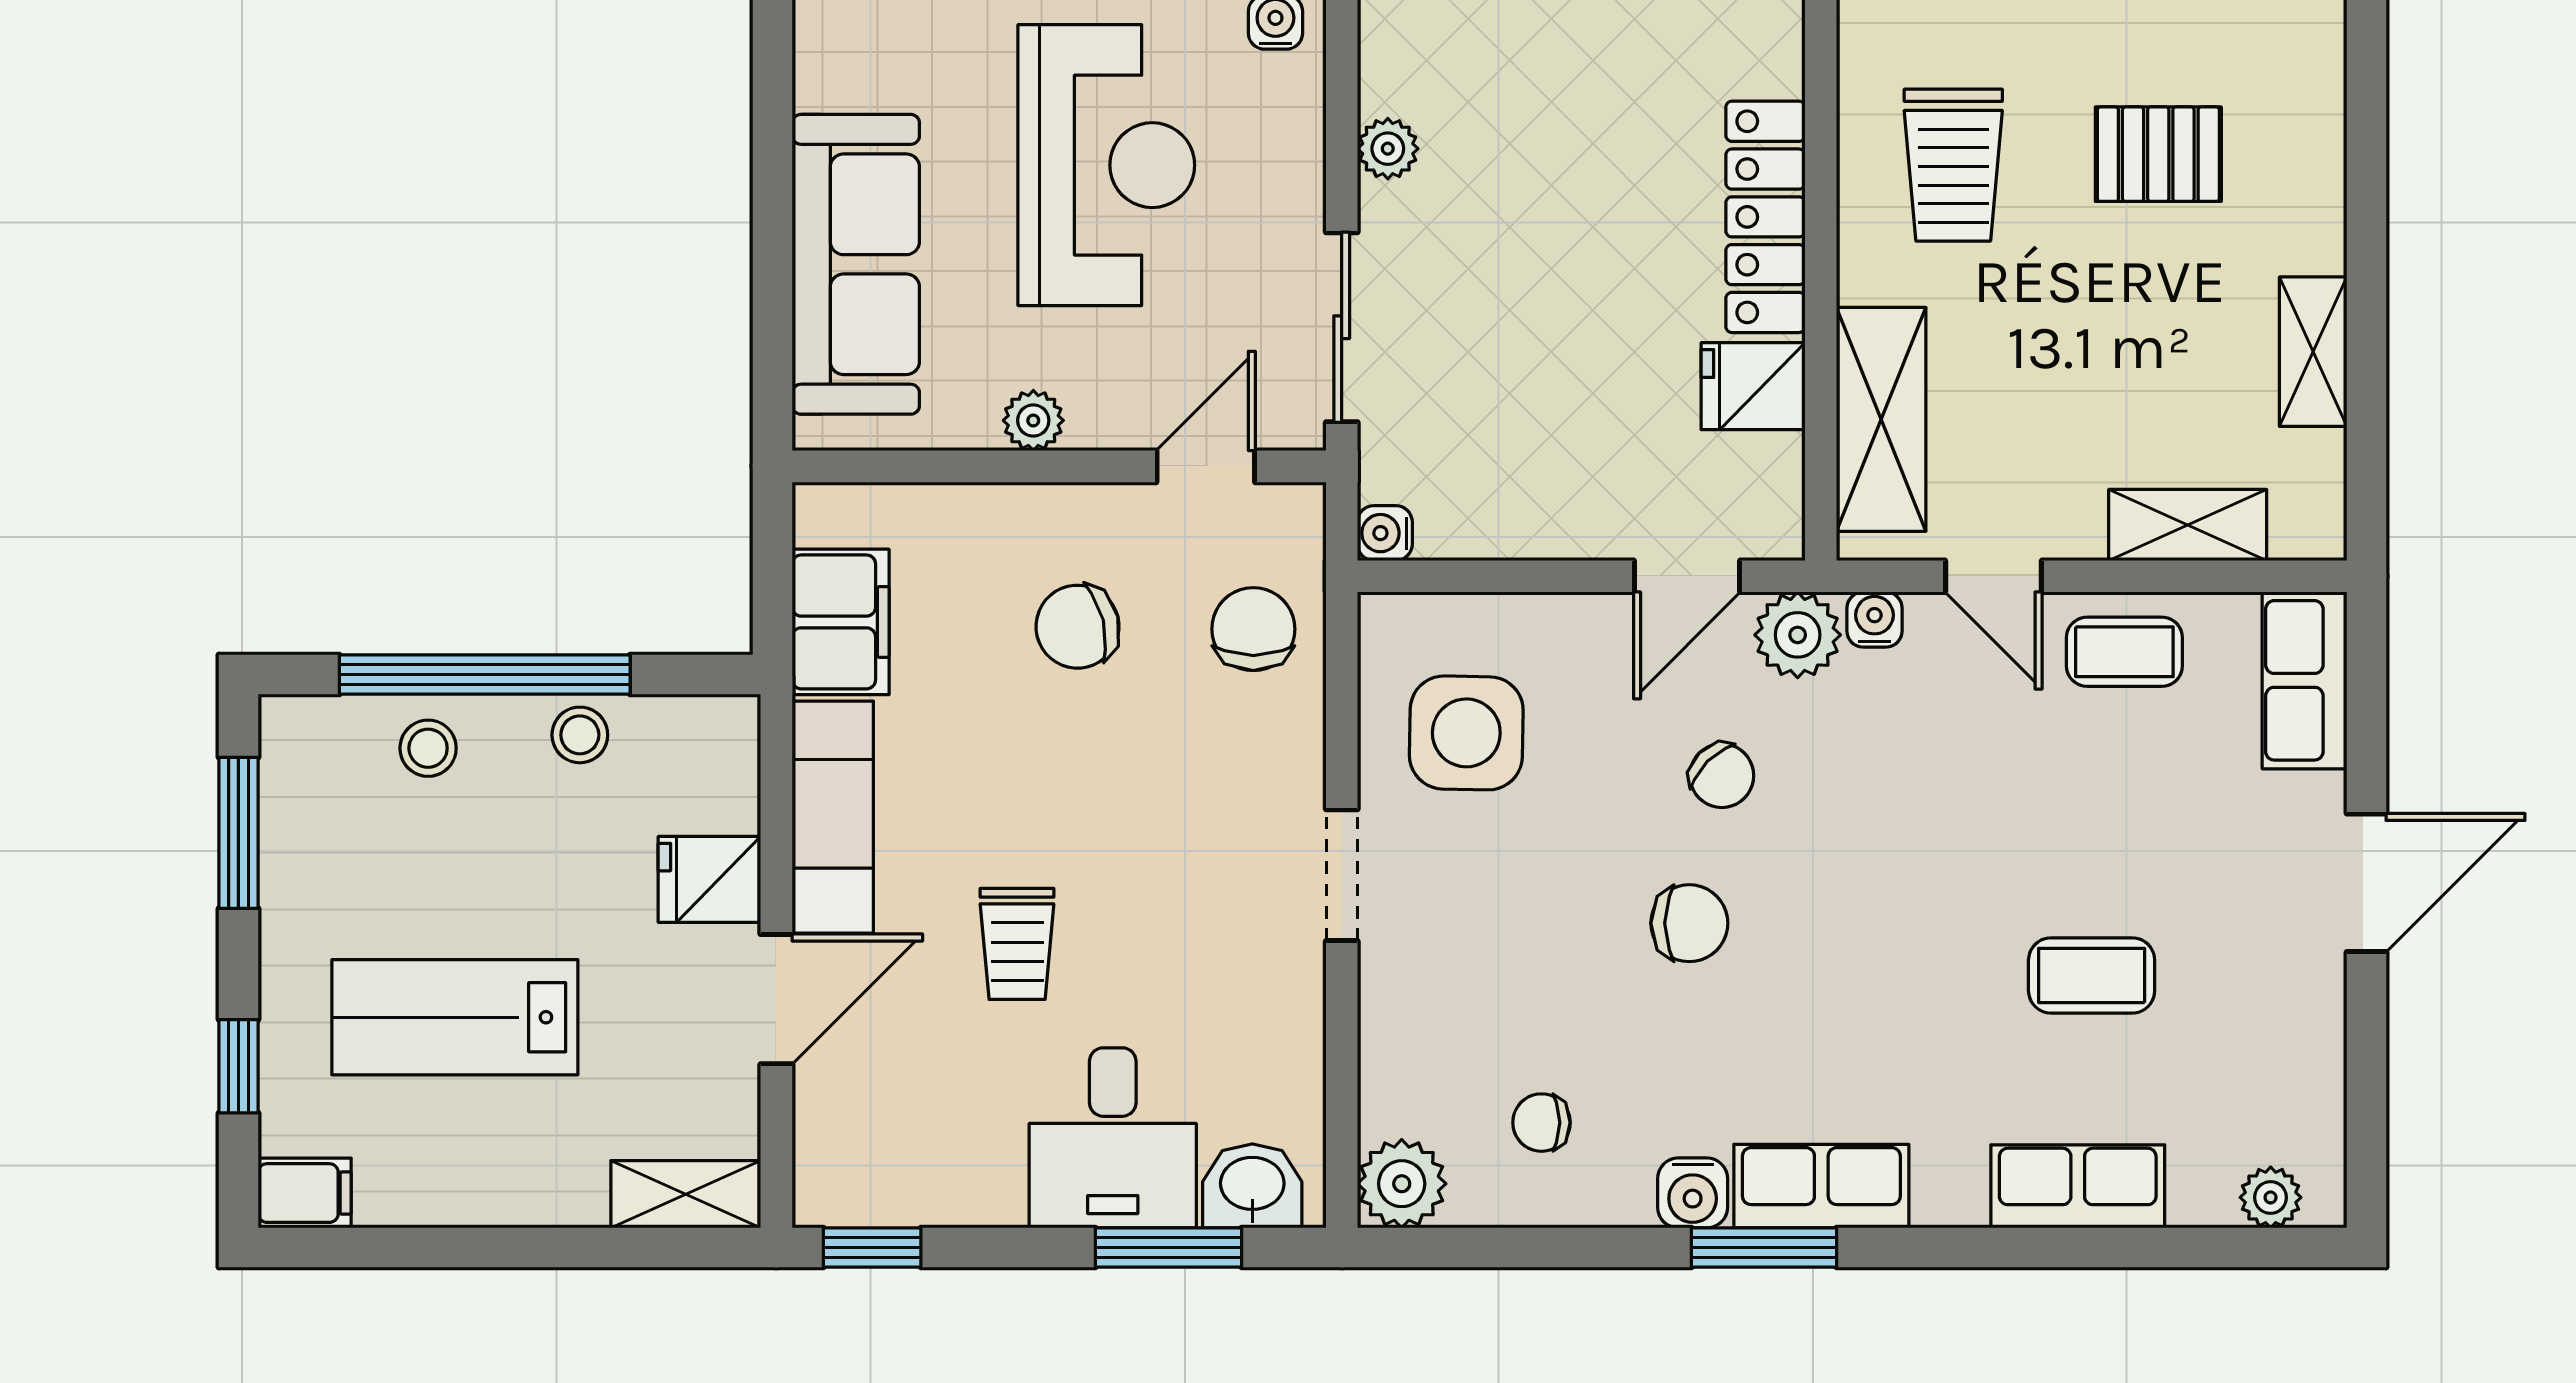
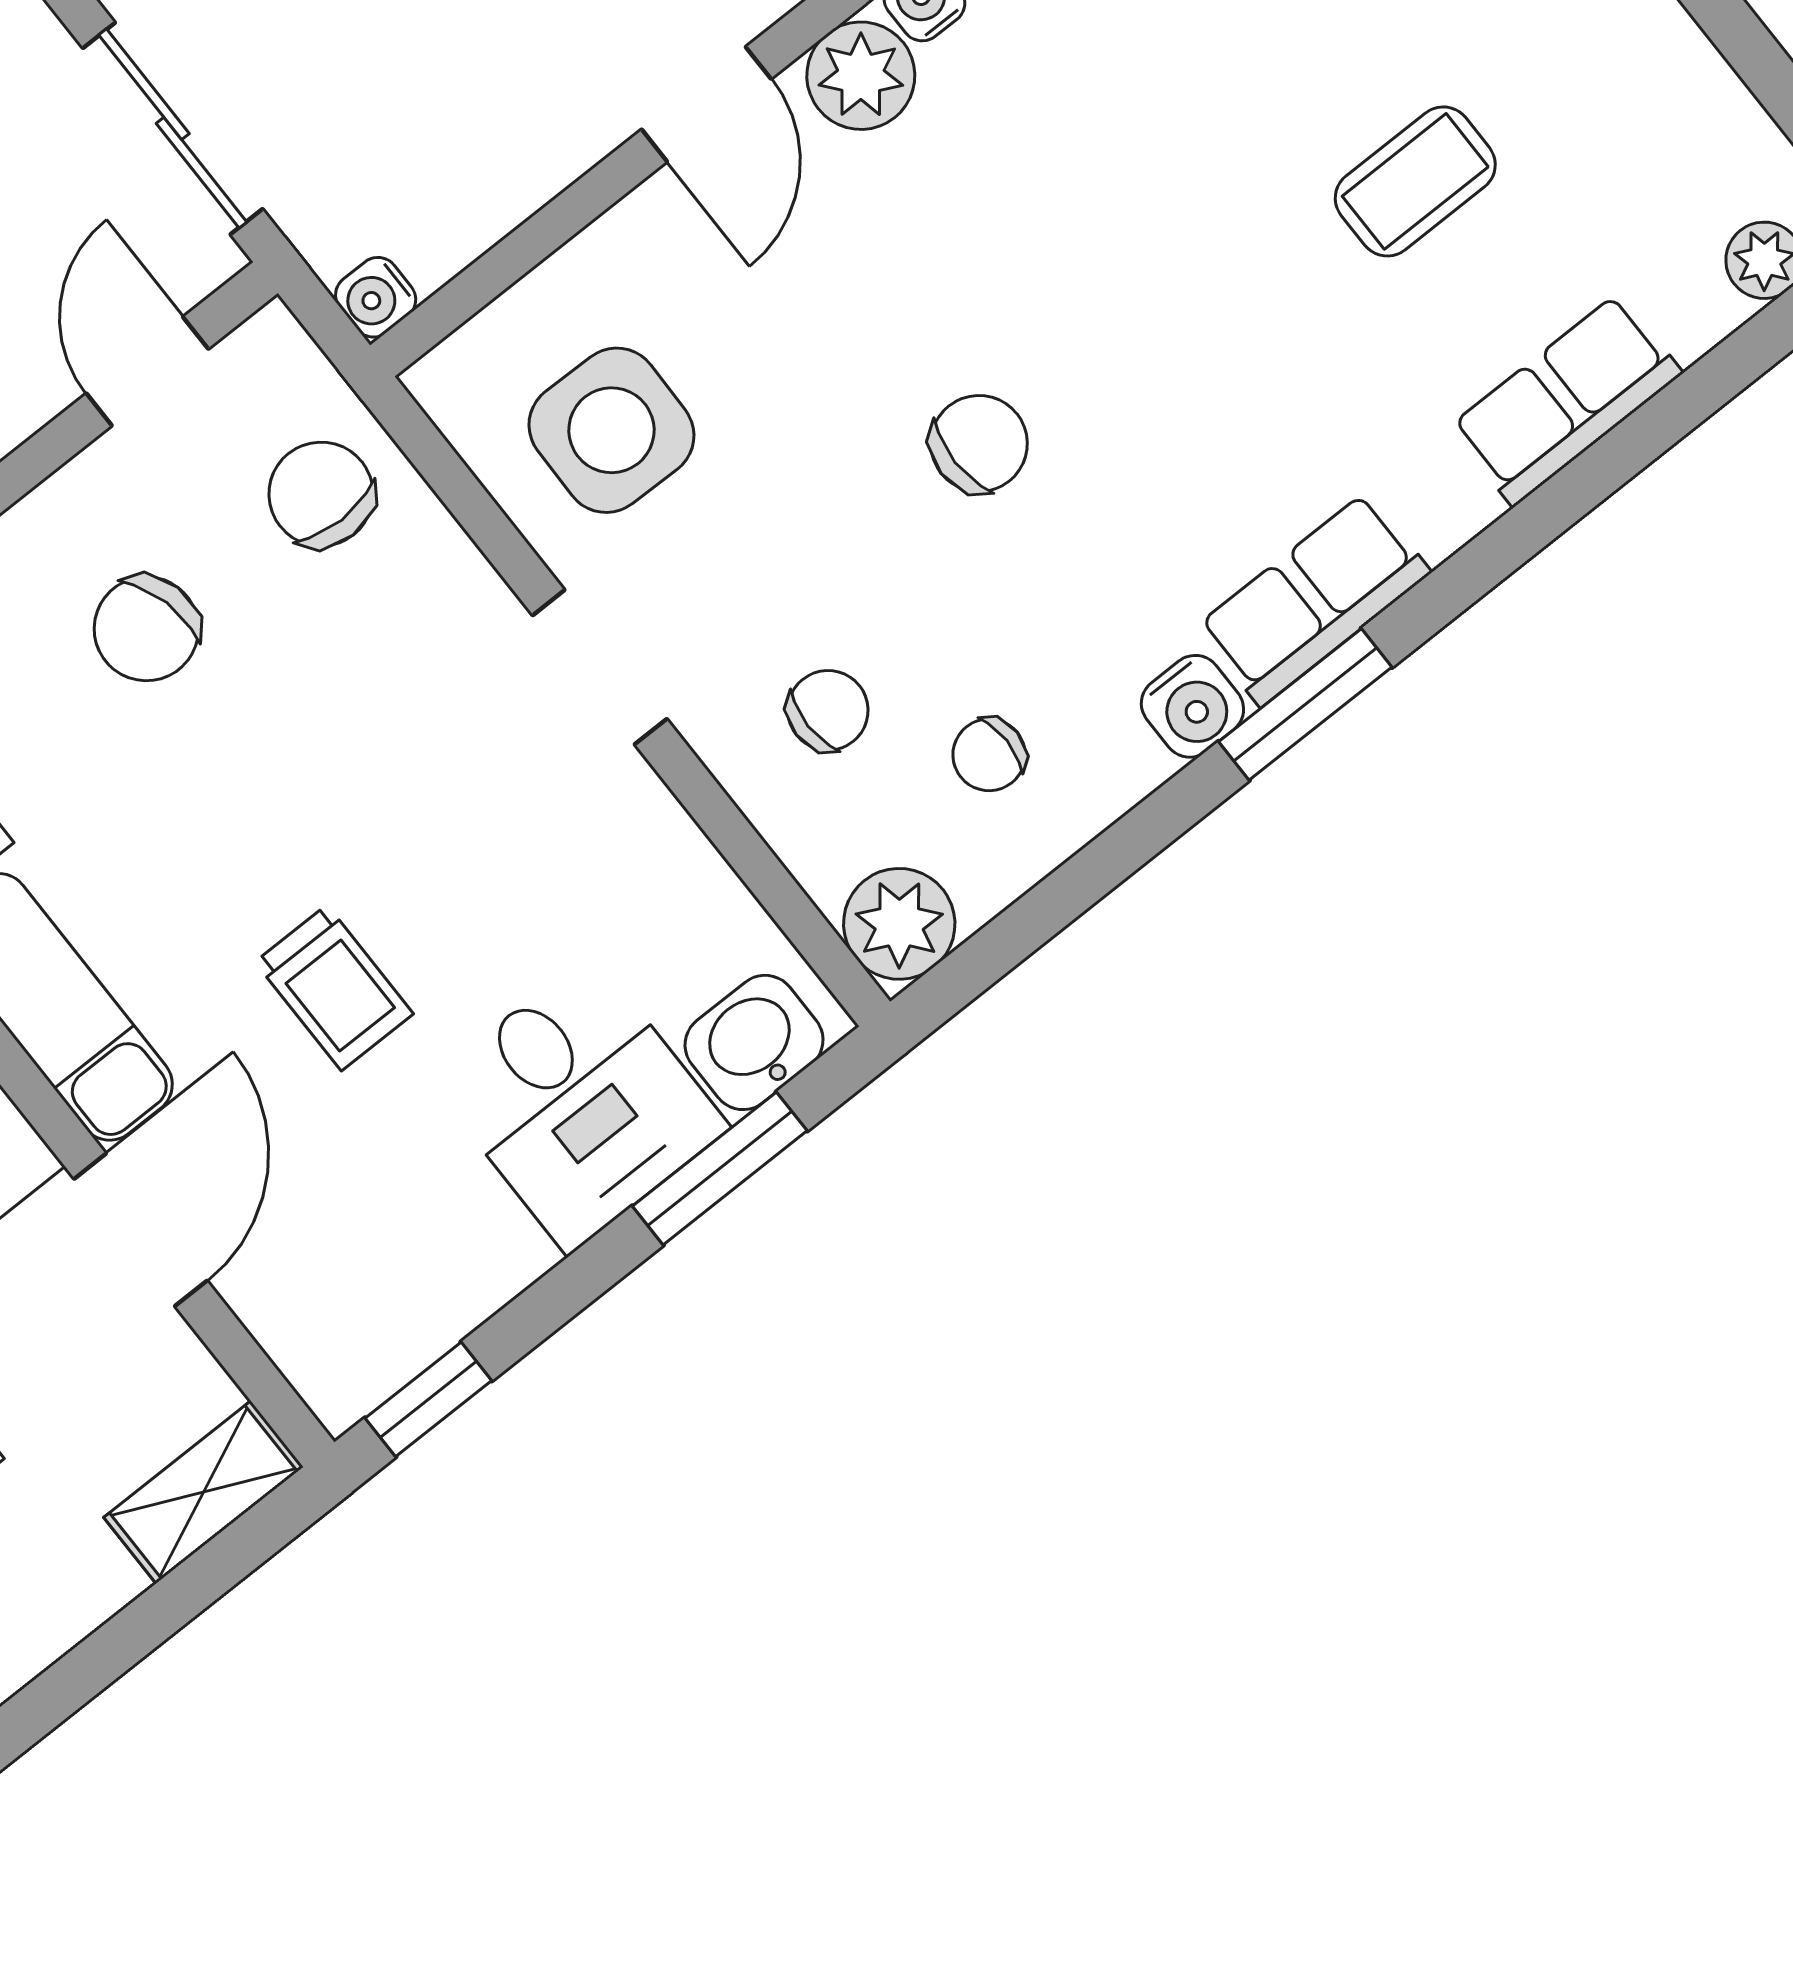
chair: (1722, 776) -> (828, 710), moved, turned -45

